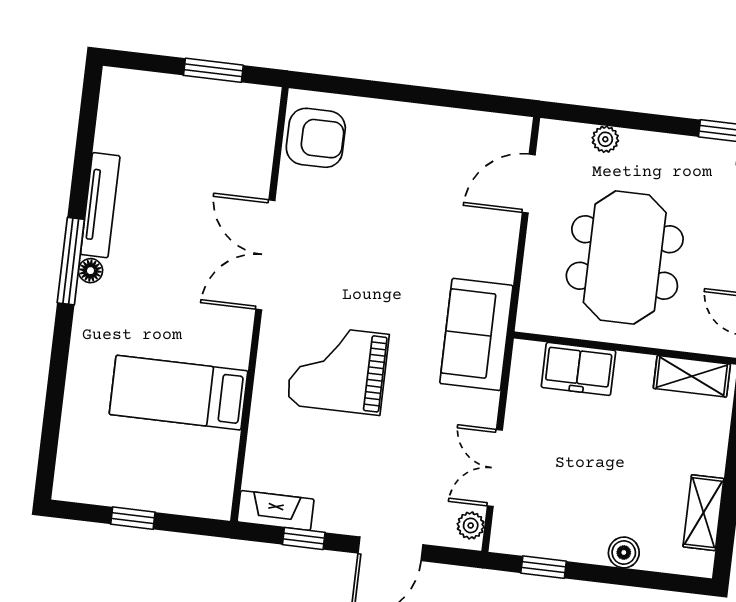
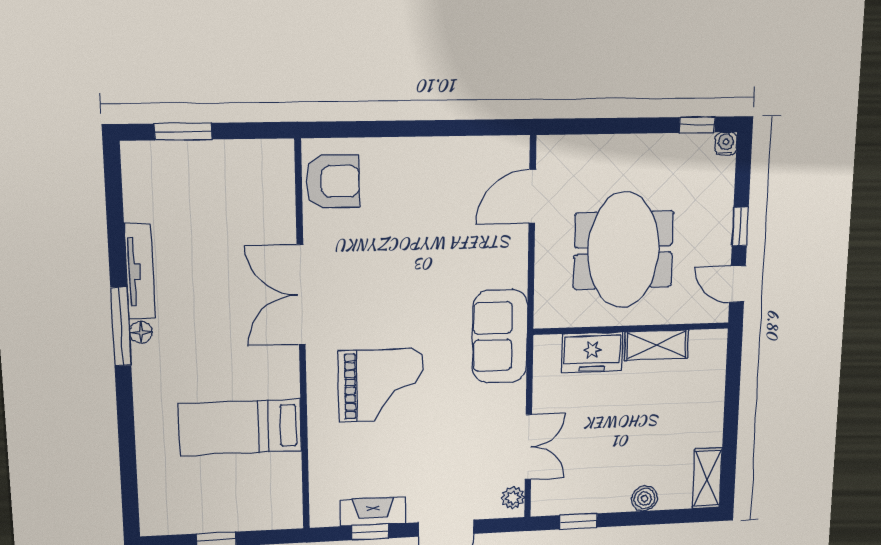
window: (213, 70) -> (183, 132), moved
plant: (605, 139) -> (597, 146), removed
grand piano: (338, 369) -> (381, 385), turned 180
shelving: (692, 376) -> (657, 345), moved
double door: (495, 468) -> (528, 447), swing flipped
fireplace: (276, 510) -> (373, 511), moved
shelving: (703, 513) -> (707, 478), moved

